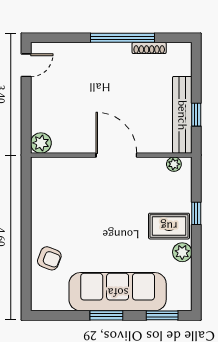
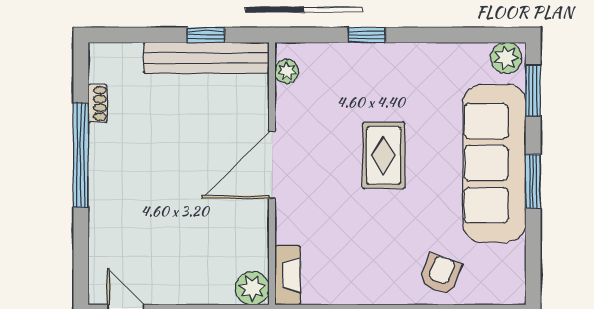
shoe rack: (149, 48) -> (98, 103), width x0.70
fireplace: (49, 165) -> (288, 275), added
rug: (169, 226) -> (384, 155), moved
plant: (182, 252) -> (506, 58), moved

